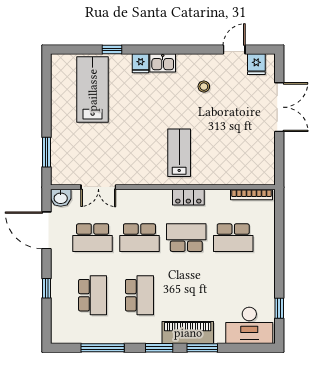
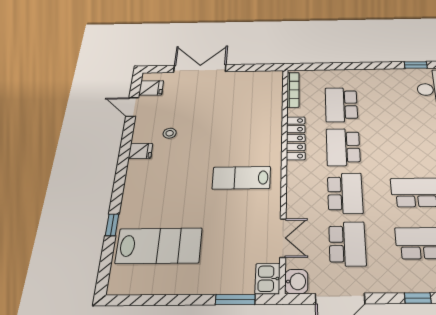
fridge: (141, 63) -> (140, 151), moved
kitchen sink: (163, 63) -> (268, 279), moved, turned 180
lab bench: (93, 90) -> (159, 246), turned 180
lab bench: (179, 153) -> (241, 178), moved
locker: (188, 197) -> (296, 138), width x1.53
school desk: (233, 238) -> (341, 105), turned 180

